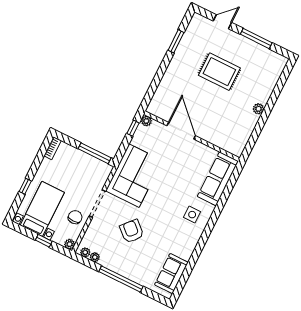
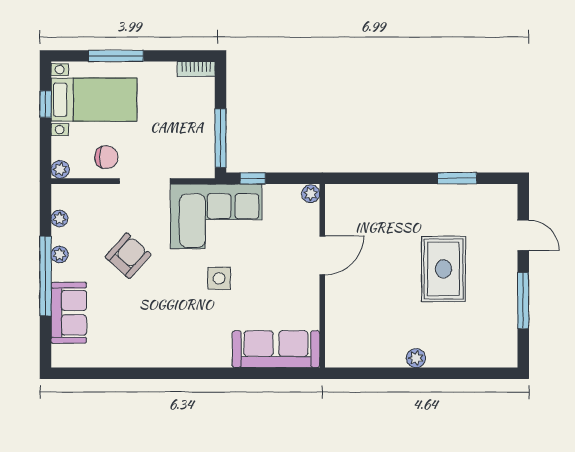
window: (133, 128) -> (253, 178), moved
door: (181, 131) -> (322, 255), width x0.73
window: (25, 186) -> (116, 56), width x2.17
side table: (192, 215) -> (219, 278), moved
window: (44, 241) -> (46, 104), moved
plant: (85, 252) -> (60, 254), moved
sofa: (171, 274) -> (69, 313), moved, turned 90

